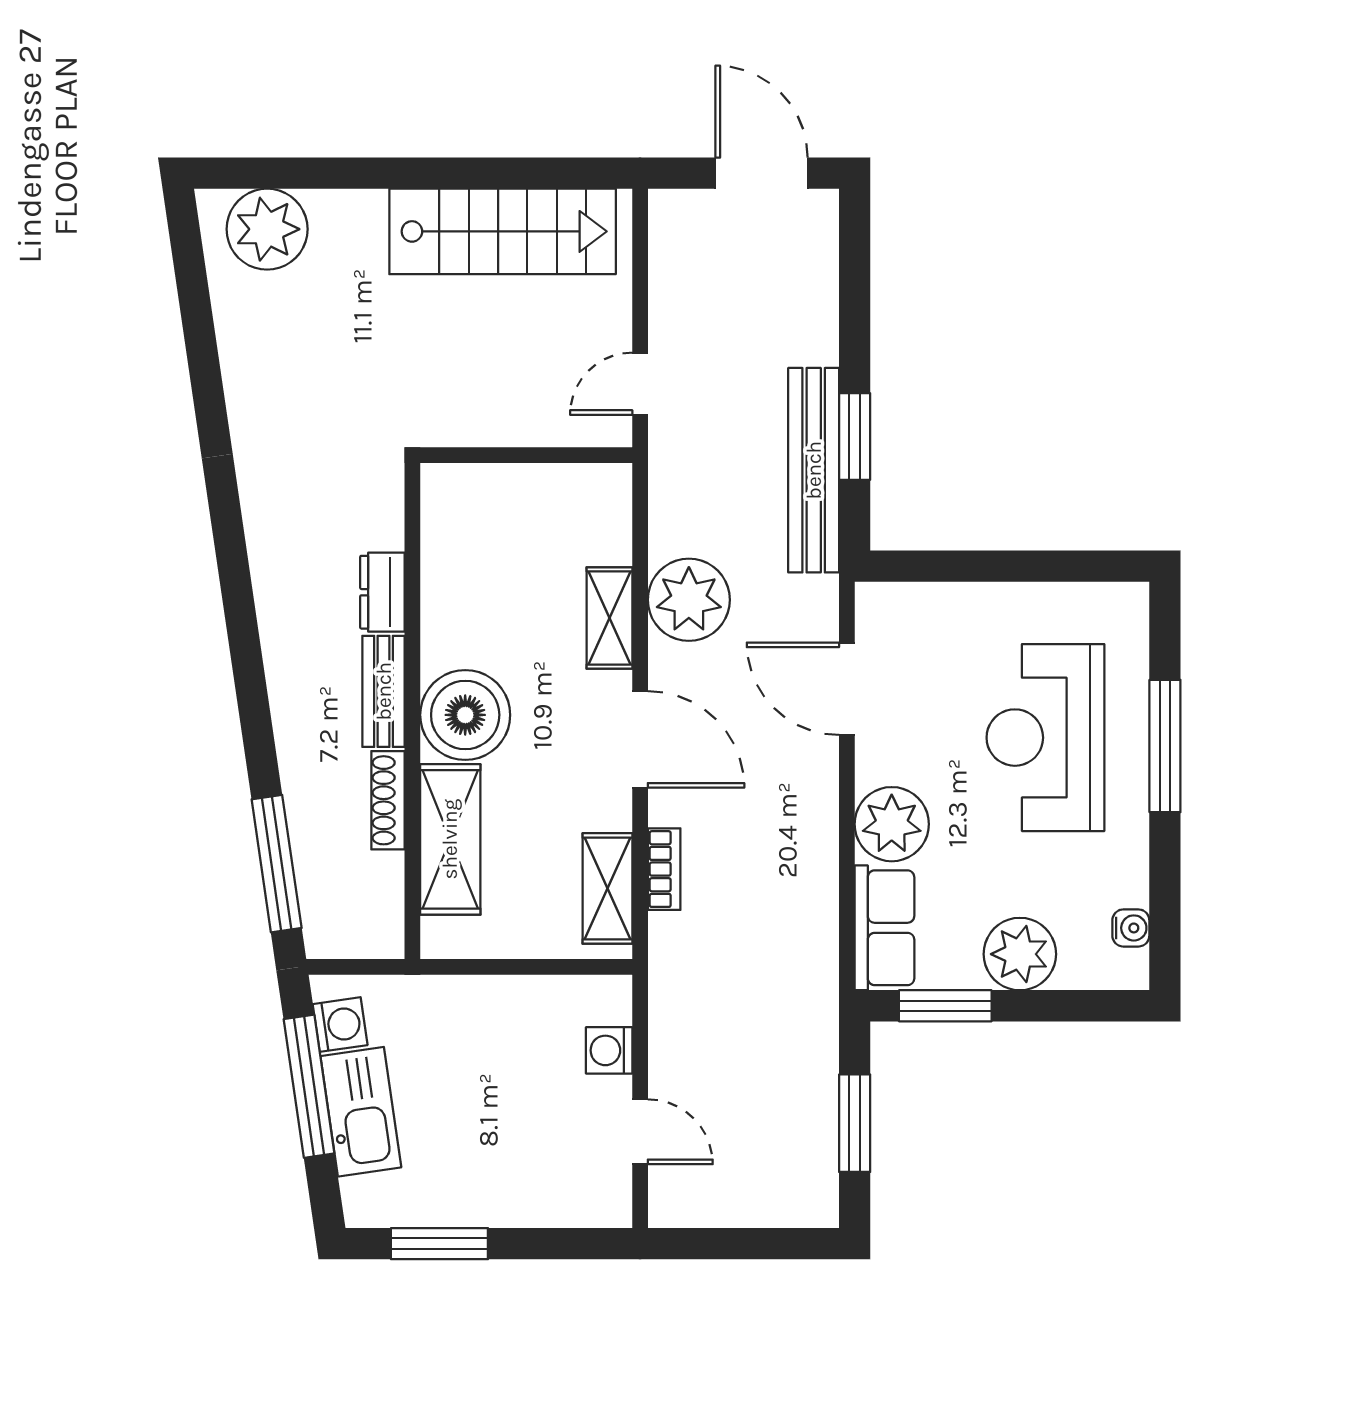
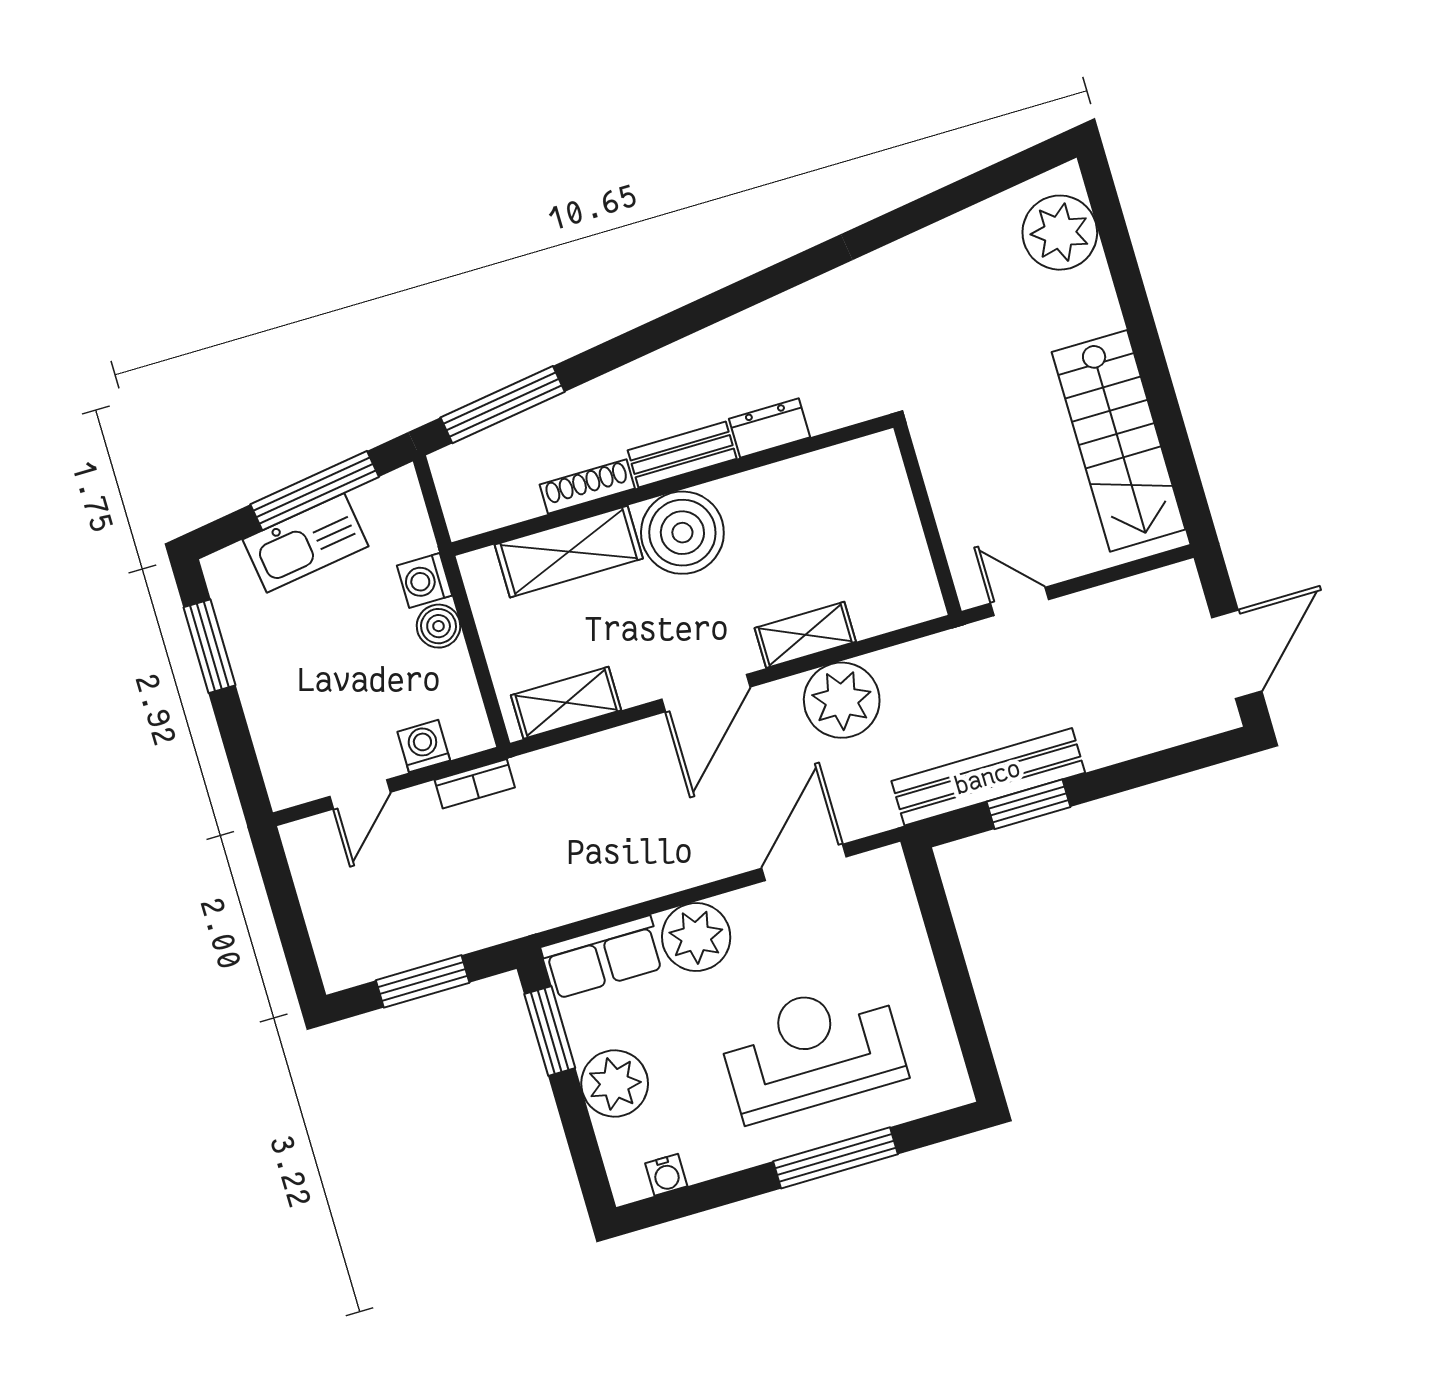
bookcase: (664, 869) -> (475, 784), moved
boiler: (488, 998) -> (439, 626), added
washing machine: (340, 1025) -> (425, 581), moved, turned 98

